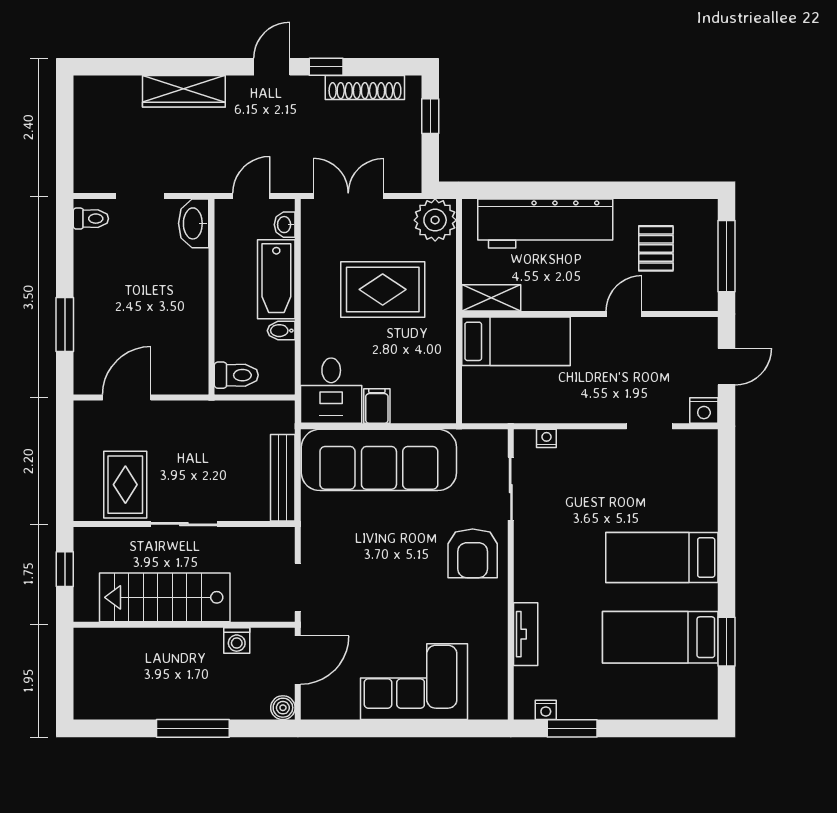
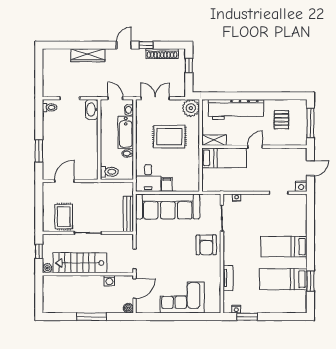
door: (251, 196) -> (115, 98), hinge flipped
door: (624, 314) -> (255, 147), moved
plant: (85, 610) -> (47, 268), added

